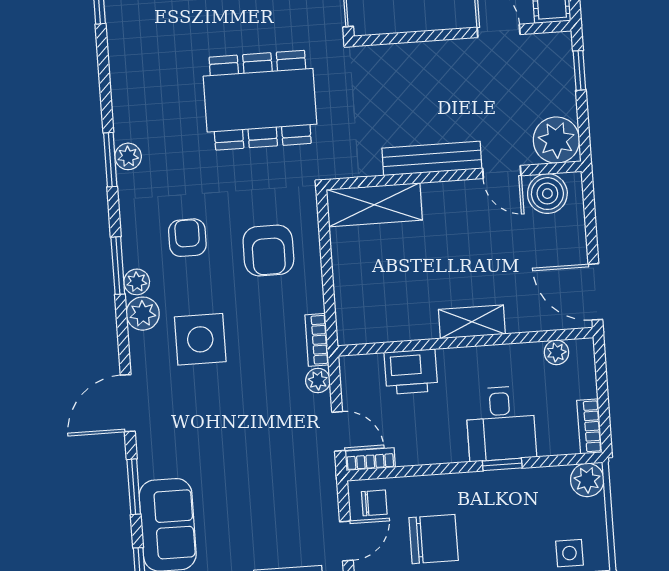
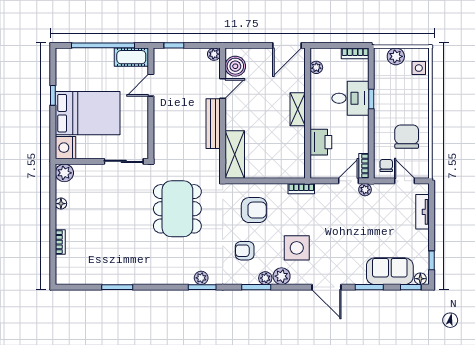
plant: (556, 140) -> (214, 54), width x0.53, depth x0.53
plant: (318, 381) -> (365, 190), moved
plant: (587, 480) -> (396, 56), moved

